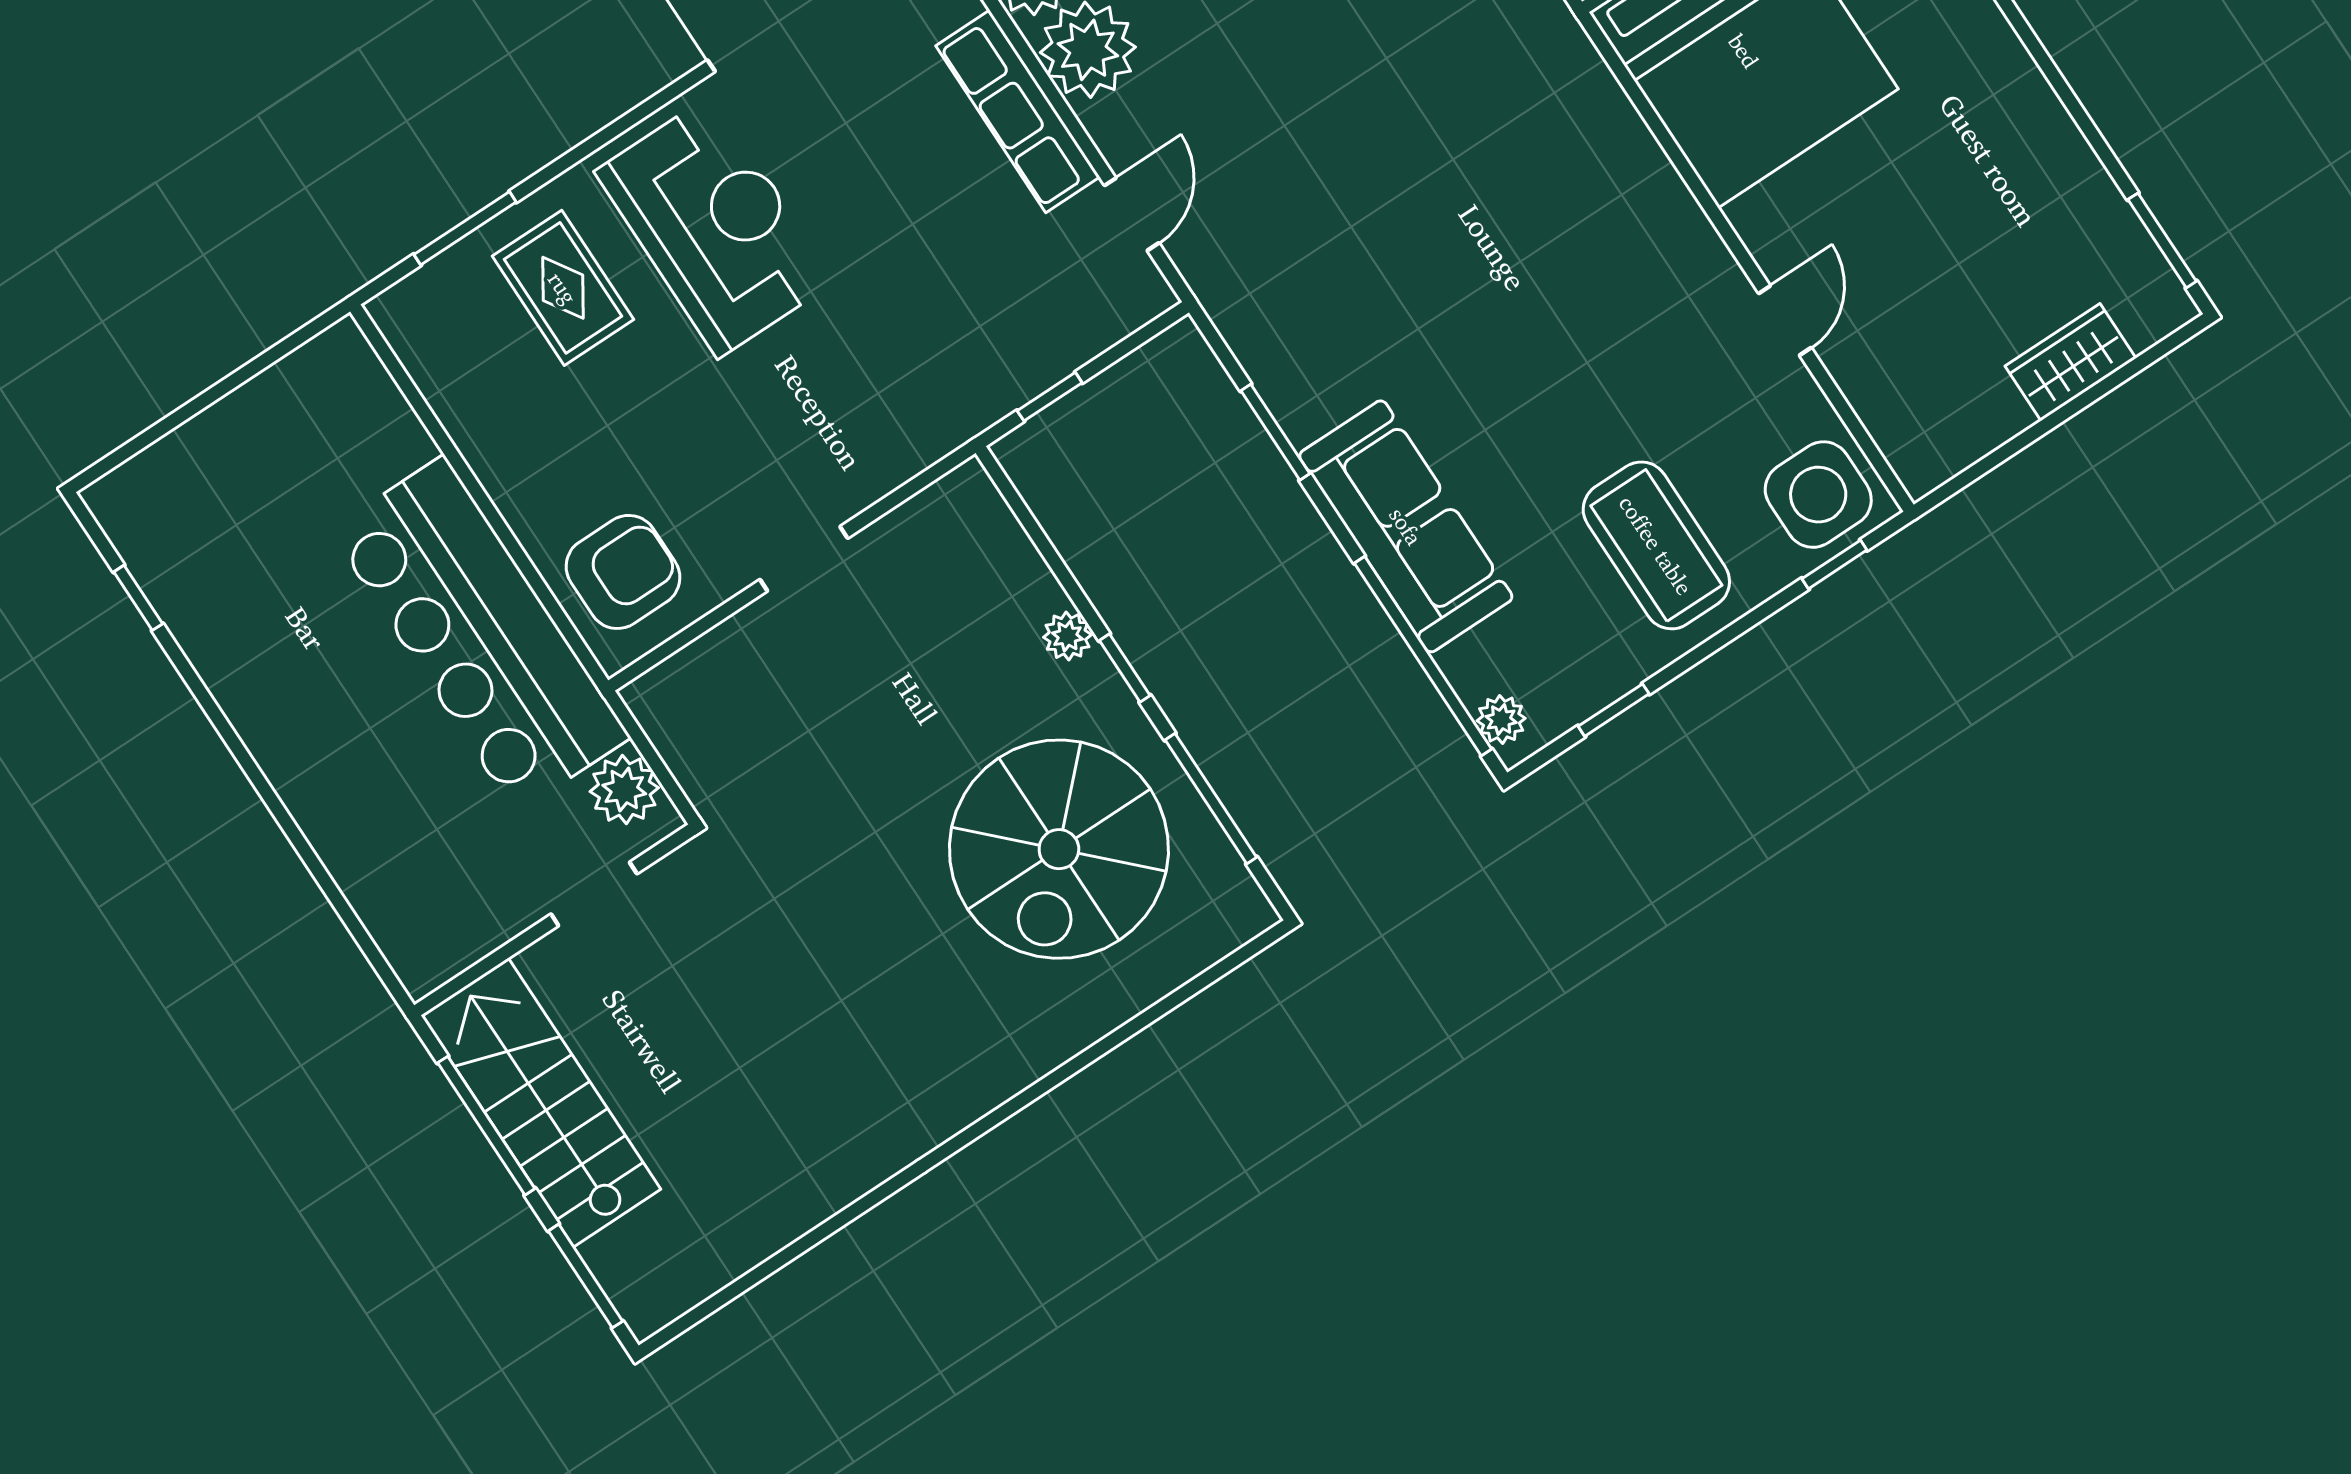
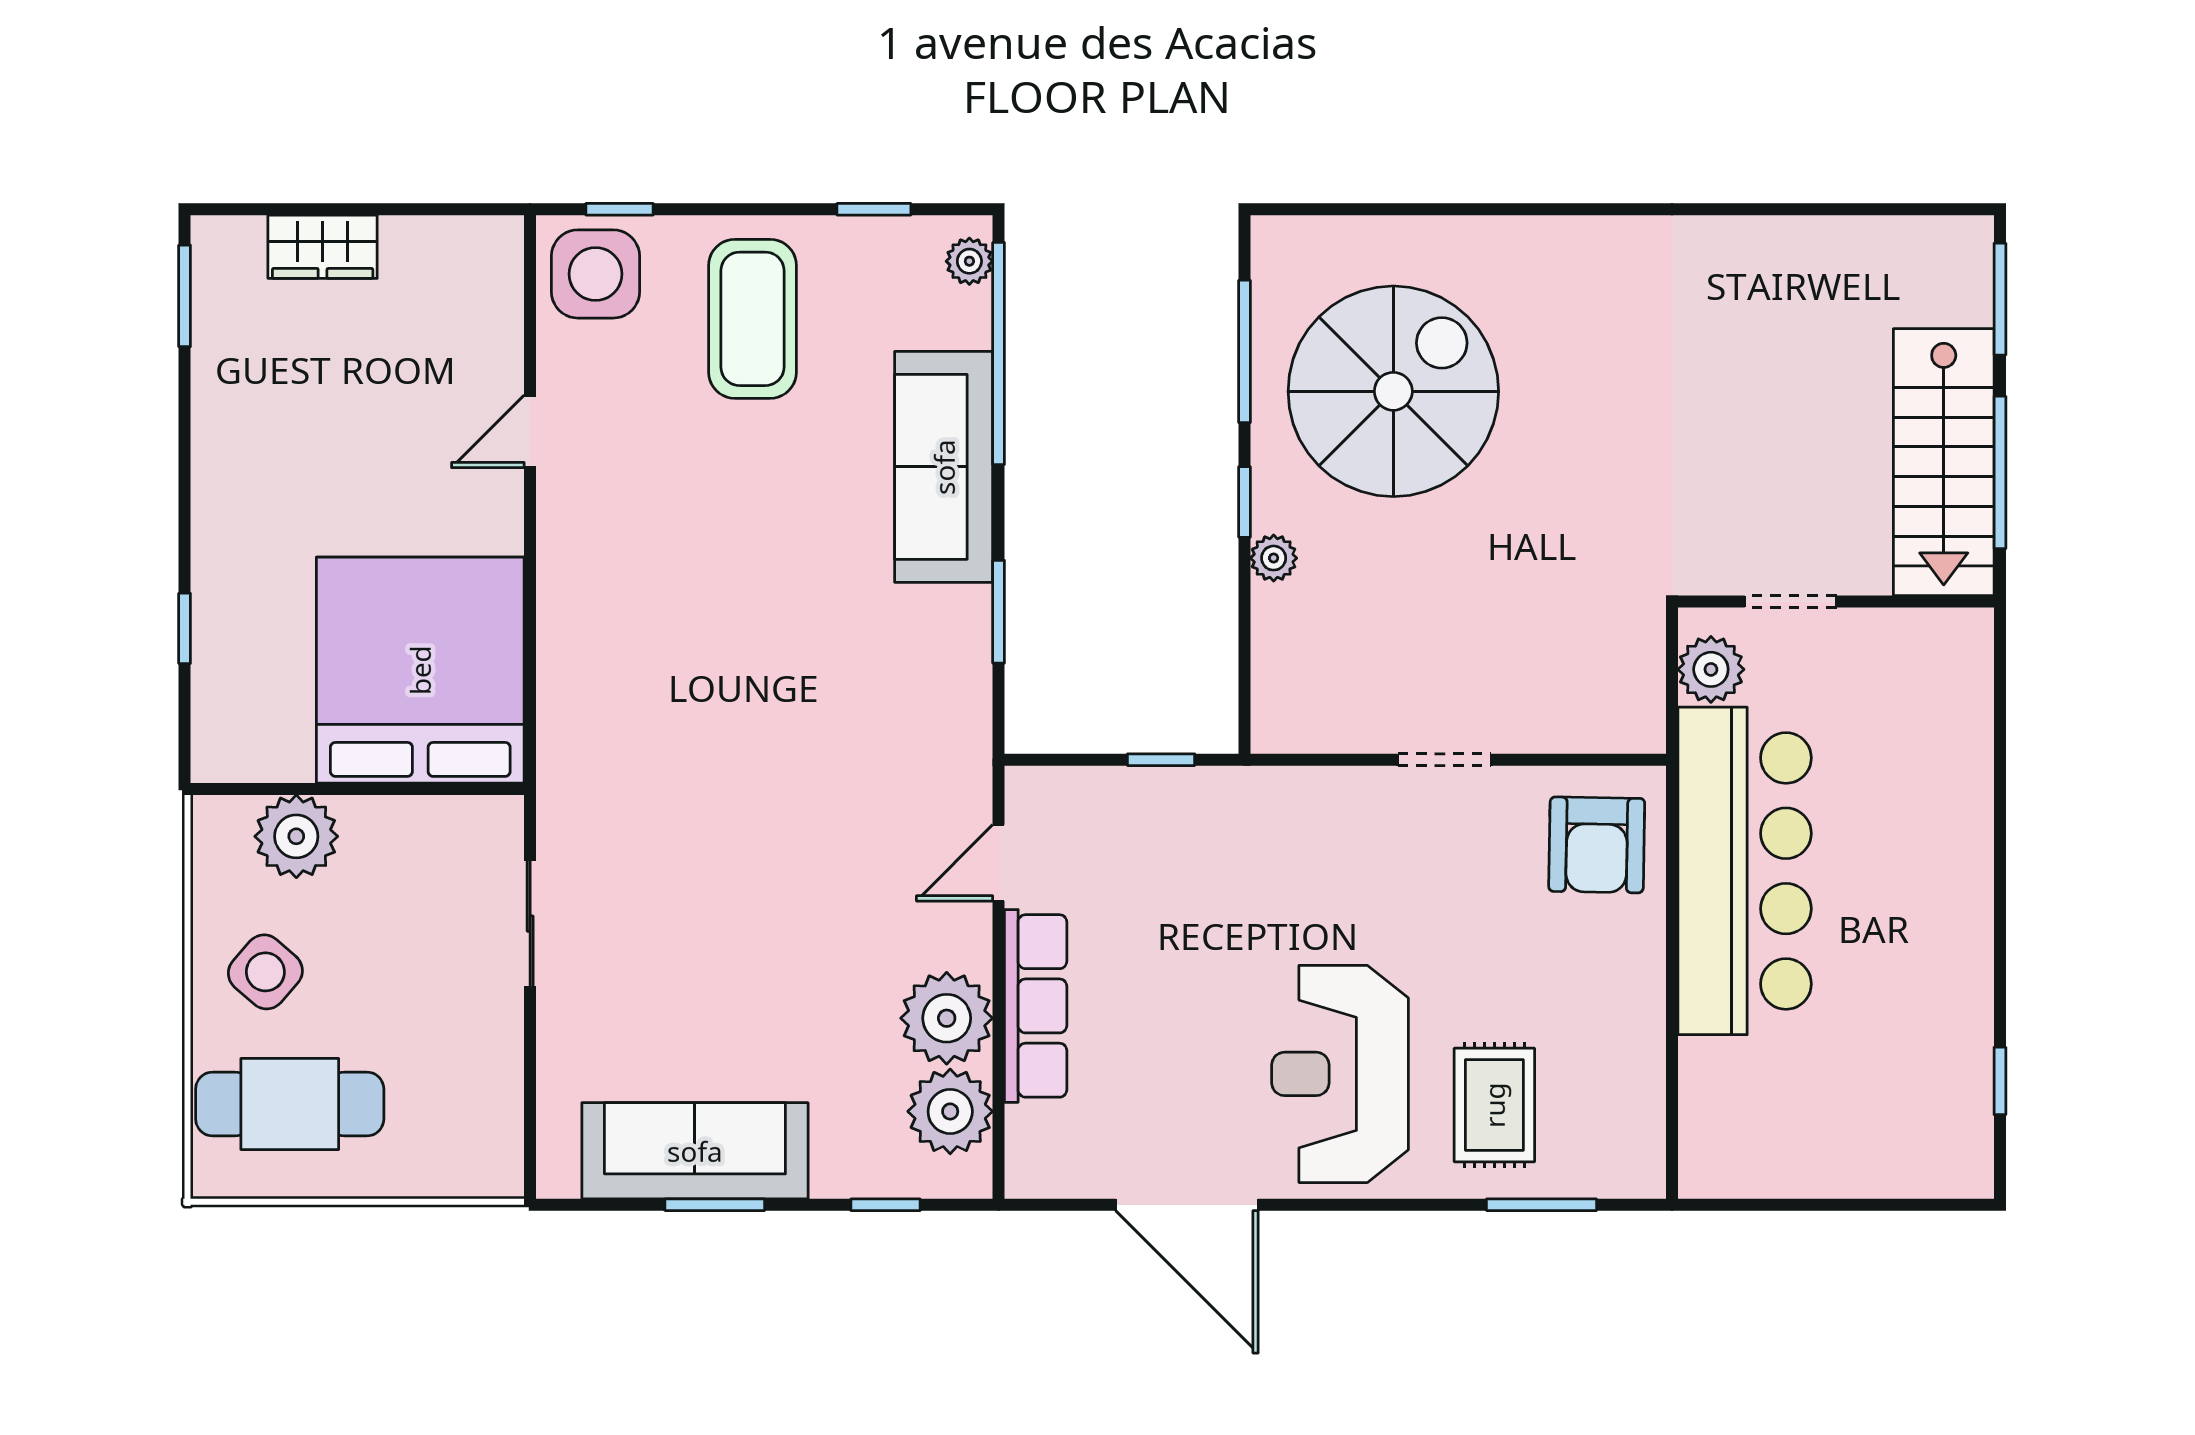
armchair: (623, 572) -> (1597, 845), turned -89

